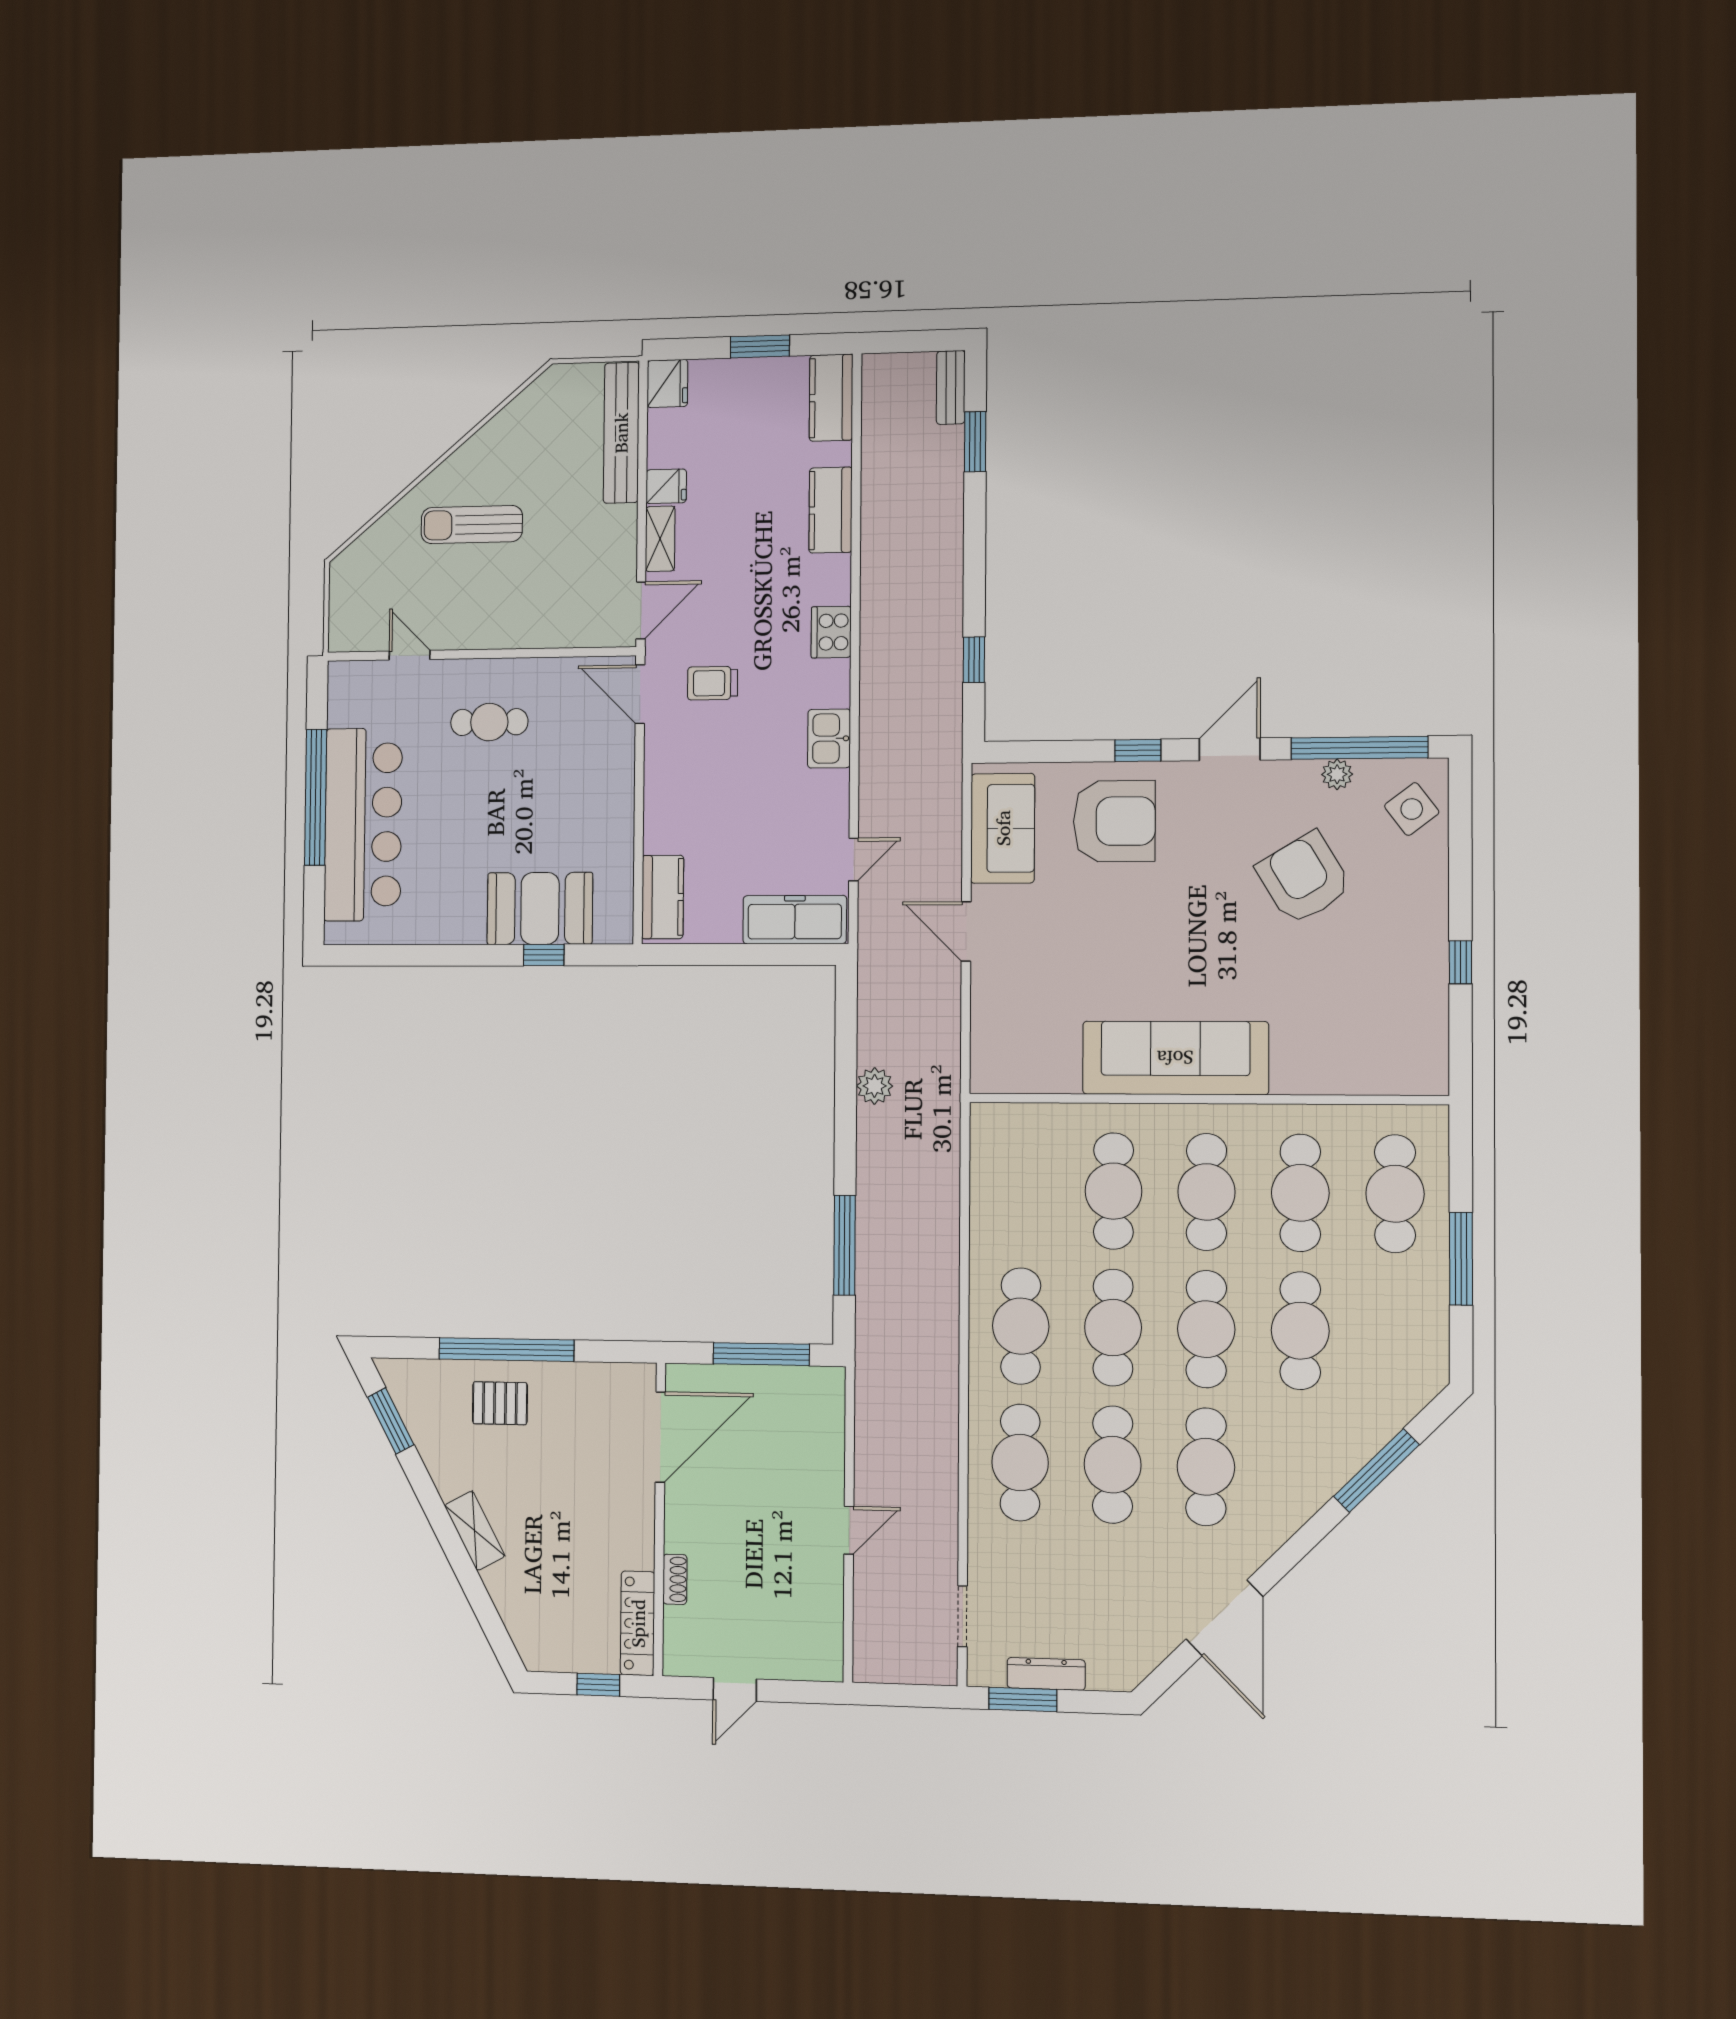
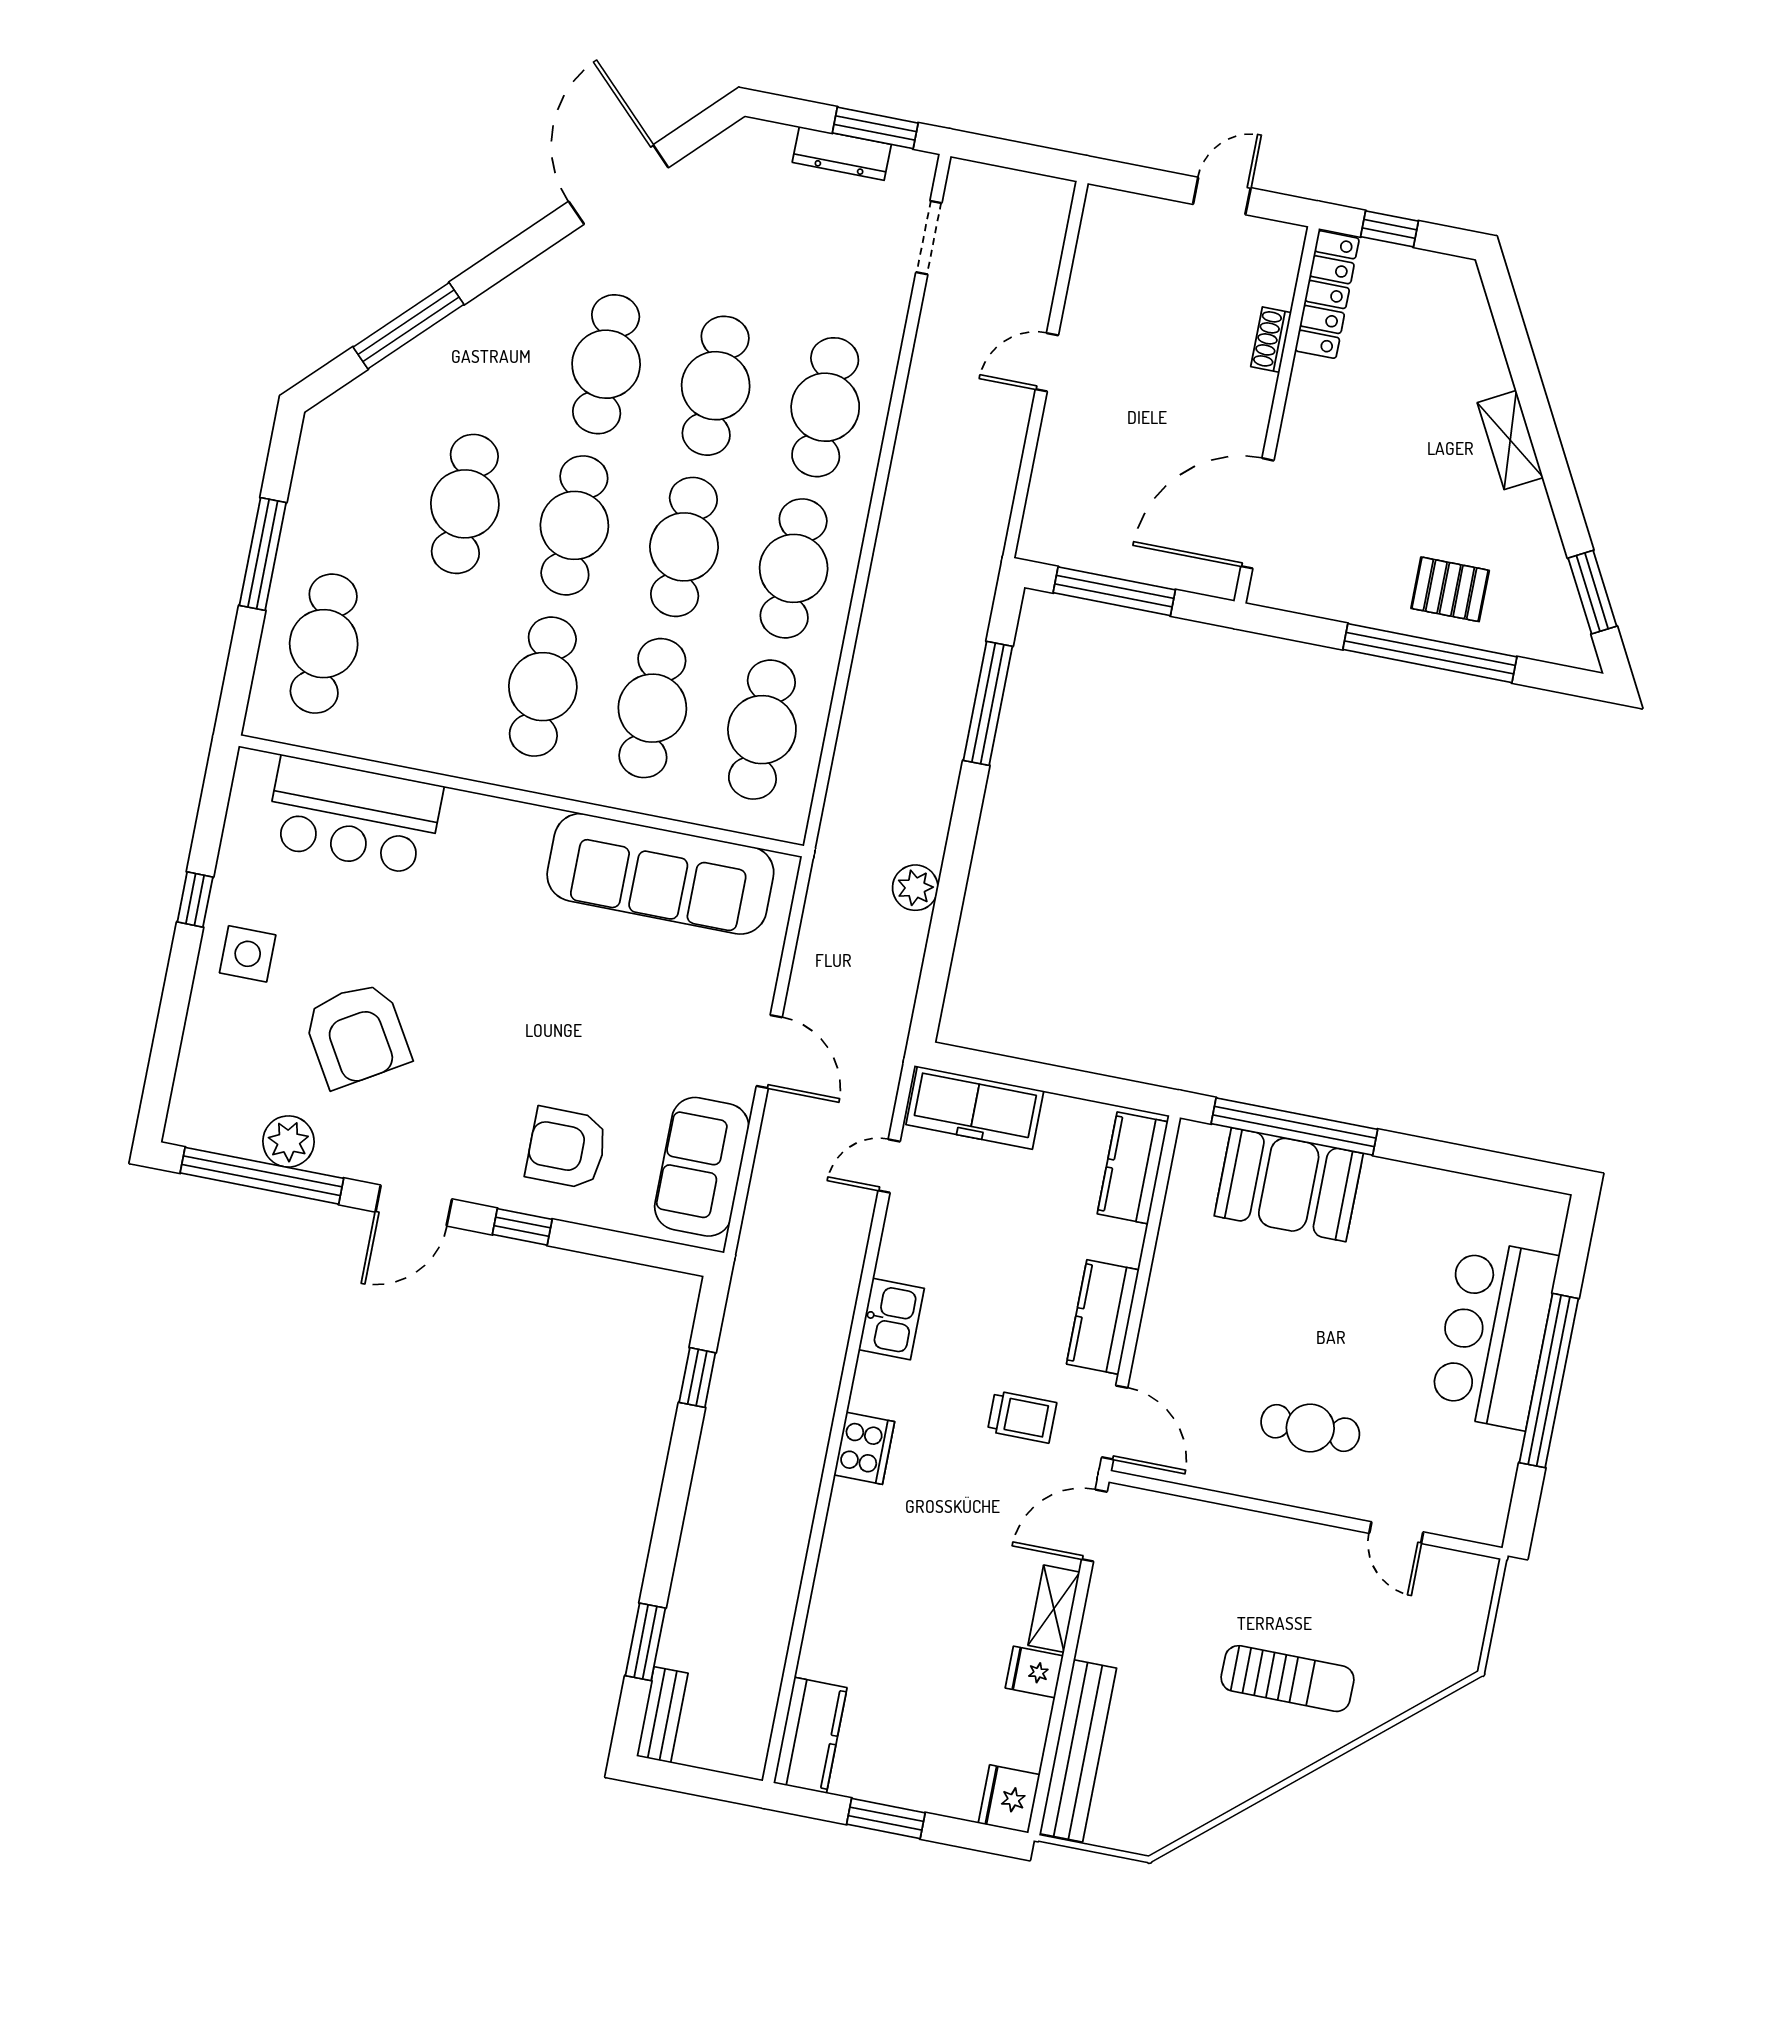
kitchen counter: (831, 510) -> (1103, 1317), moved, turned 180
plant: (1337, 774) -> (288, 1141), width x1.38, depth x1.38
side table: (1412, 809) -> (248, 954), moved, turned 37
armchair: (1114, 821) -> (567, 1148), width x0.73, depth x0.73
bar counter: (363, 825) -> (1494, 1334), width x0.73
window: (544, 955) -> (1294, 1127), width x3.17
bar counter: (1342, 1057) -> (354, 816), added
sofa: (1175, 1058) -> (660, 874), moved
cafe table: (1300, 1193) -> (762, 730), moved

